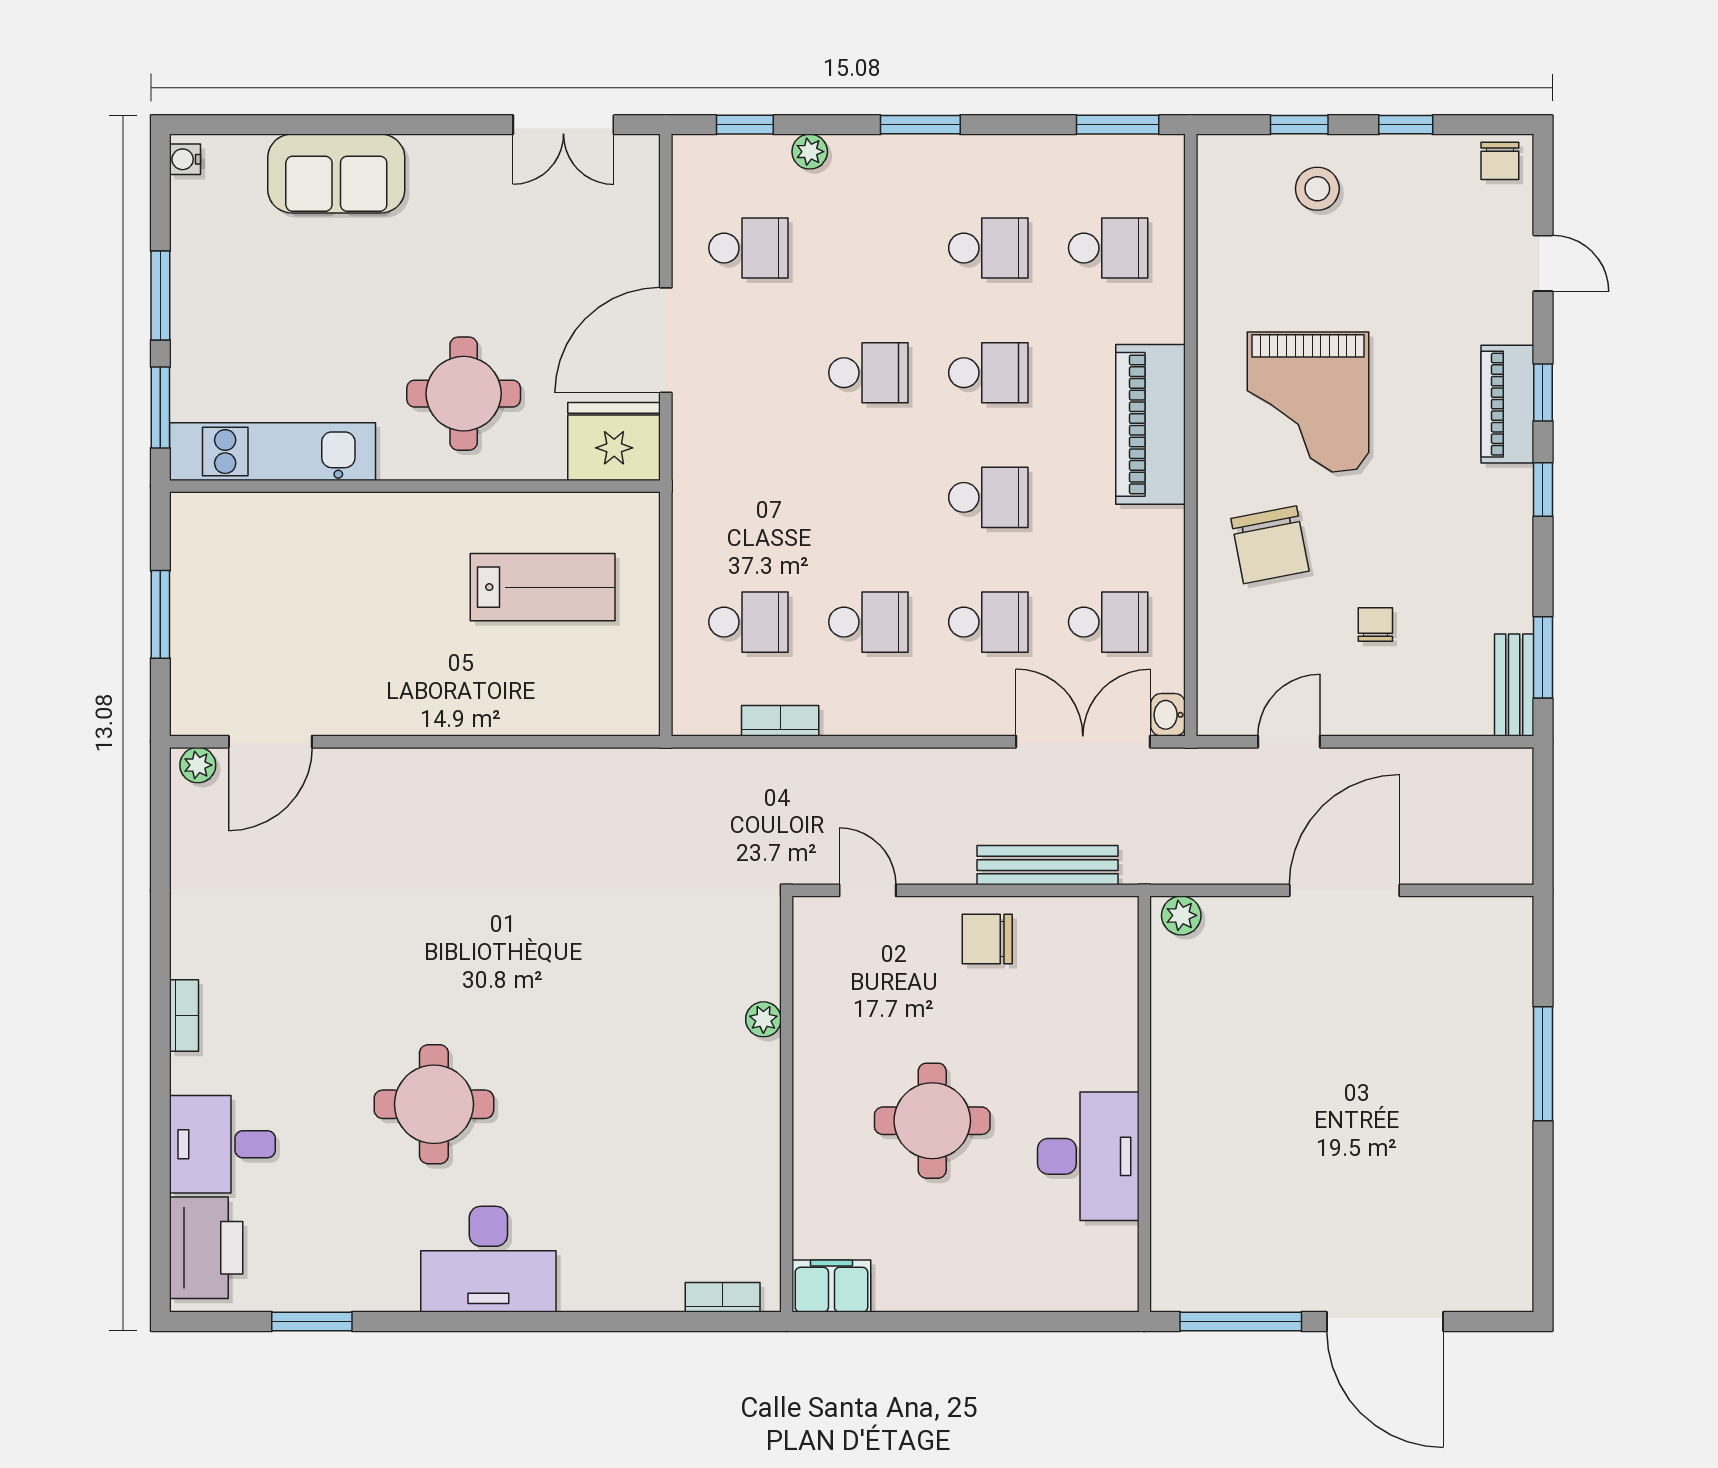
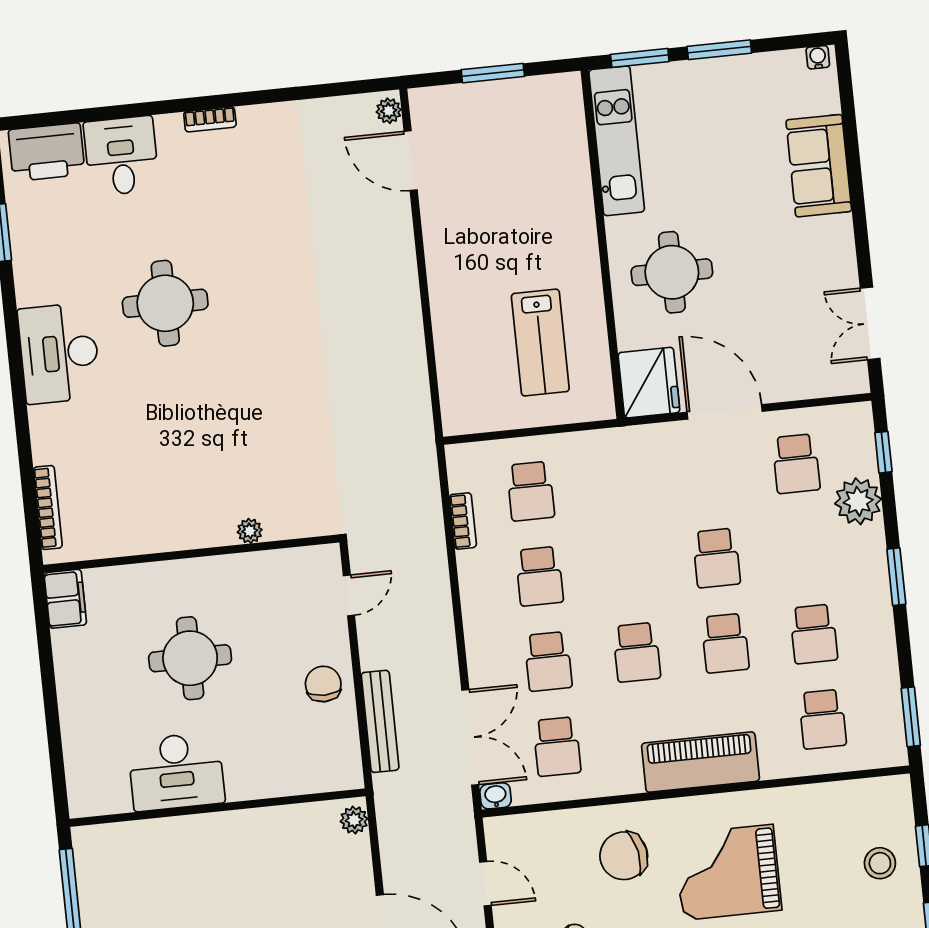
plant: (810, 152) -> (858, 501), width x1.88, depth x1.88
bookcase: (723, 1297) -> (48, 508), width x1.56

